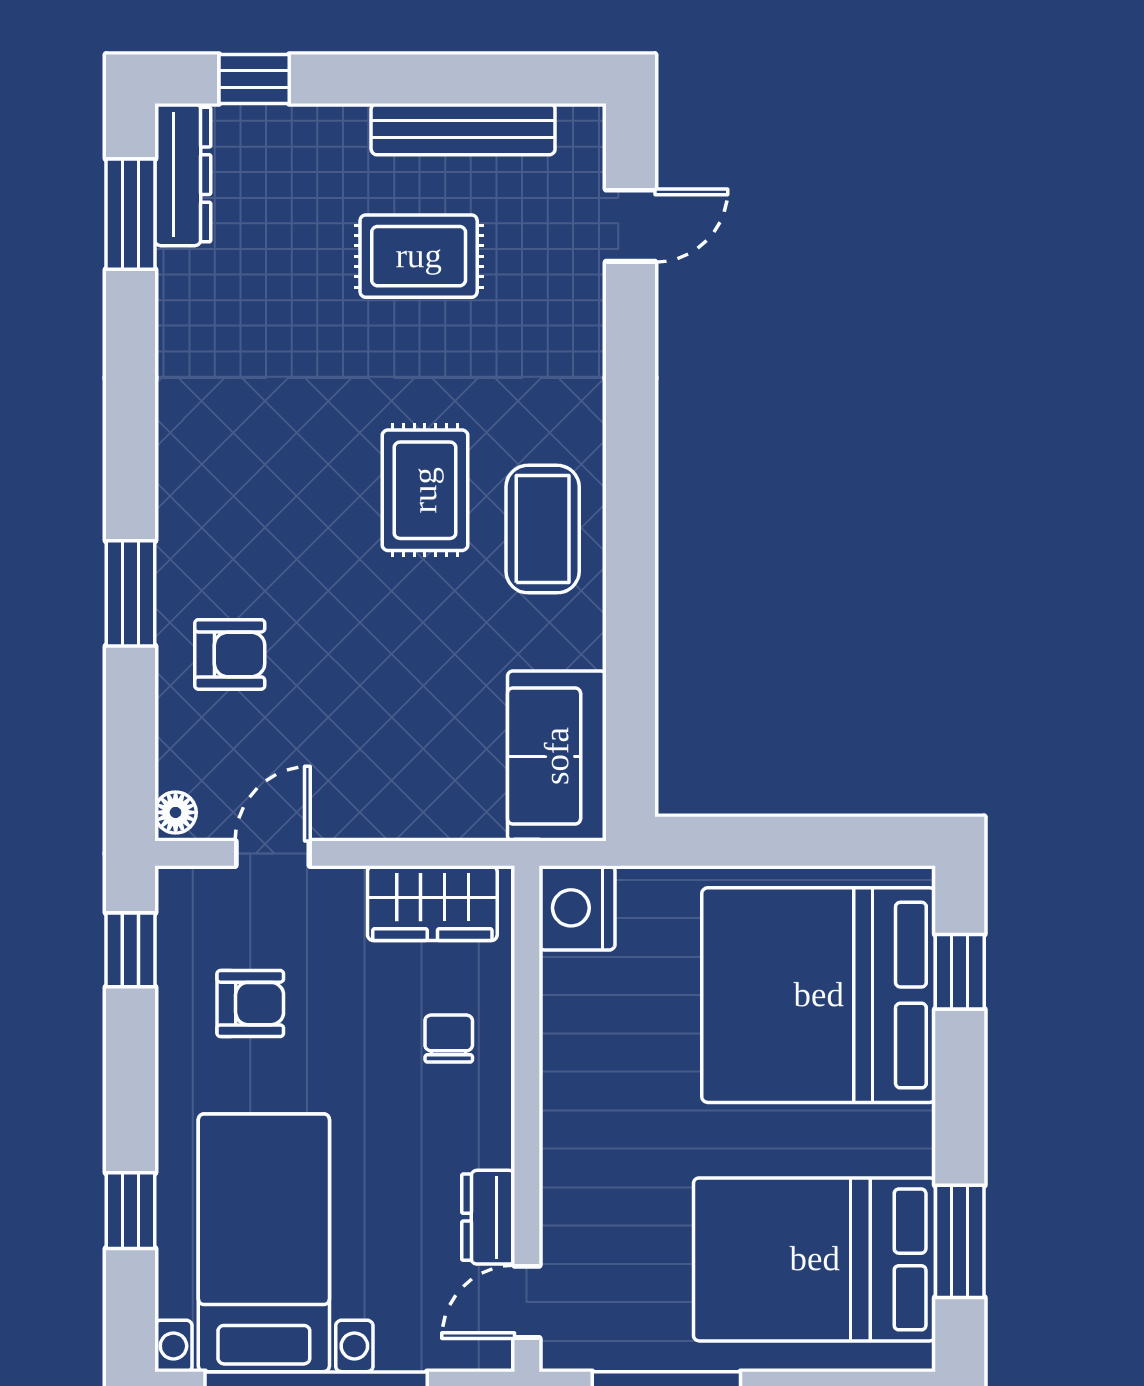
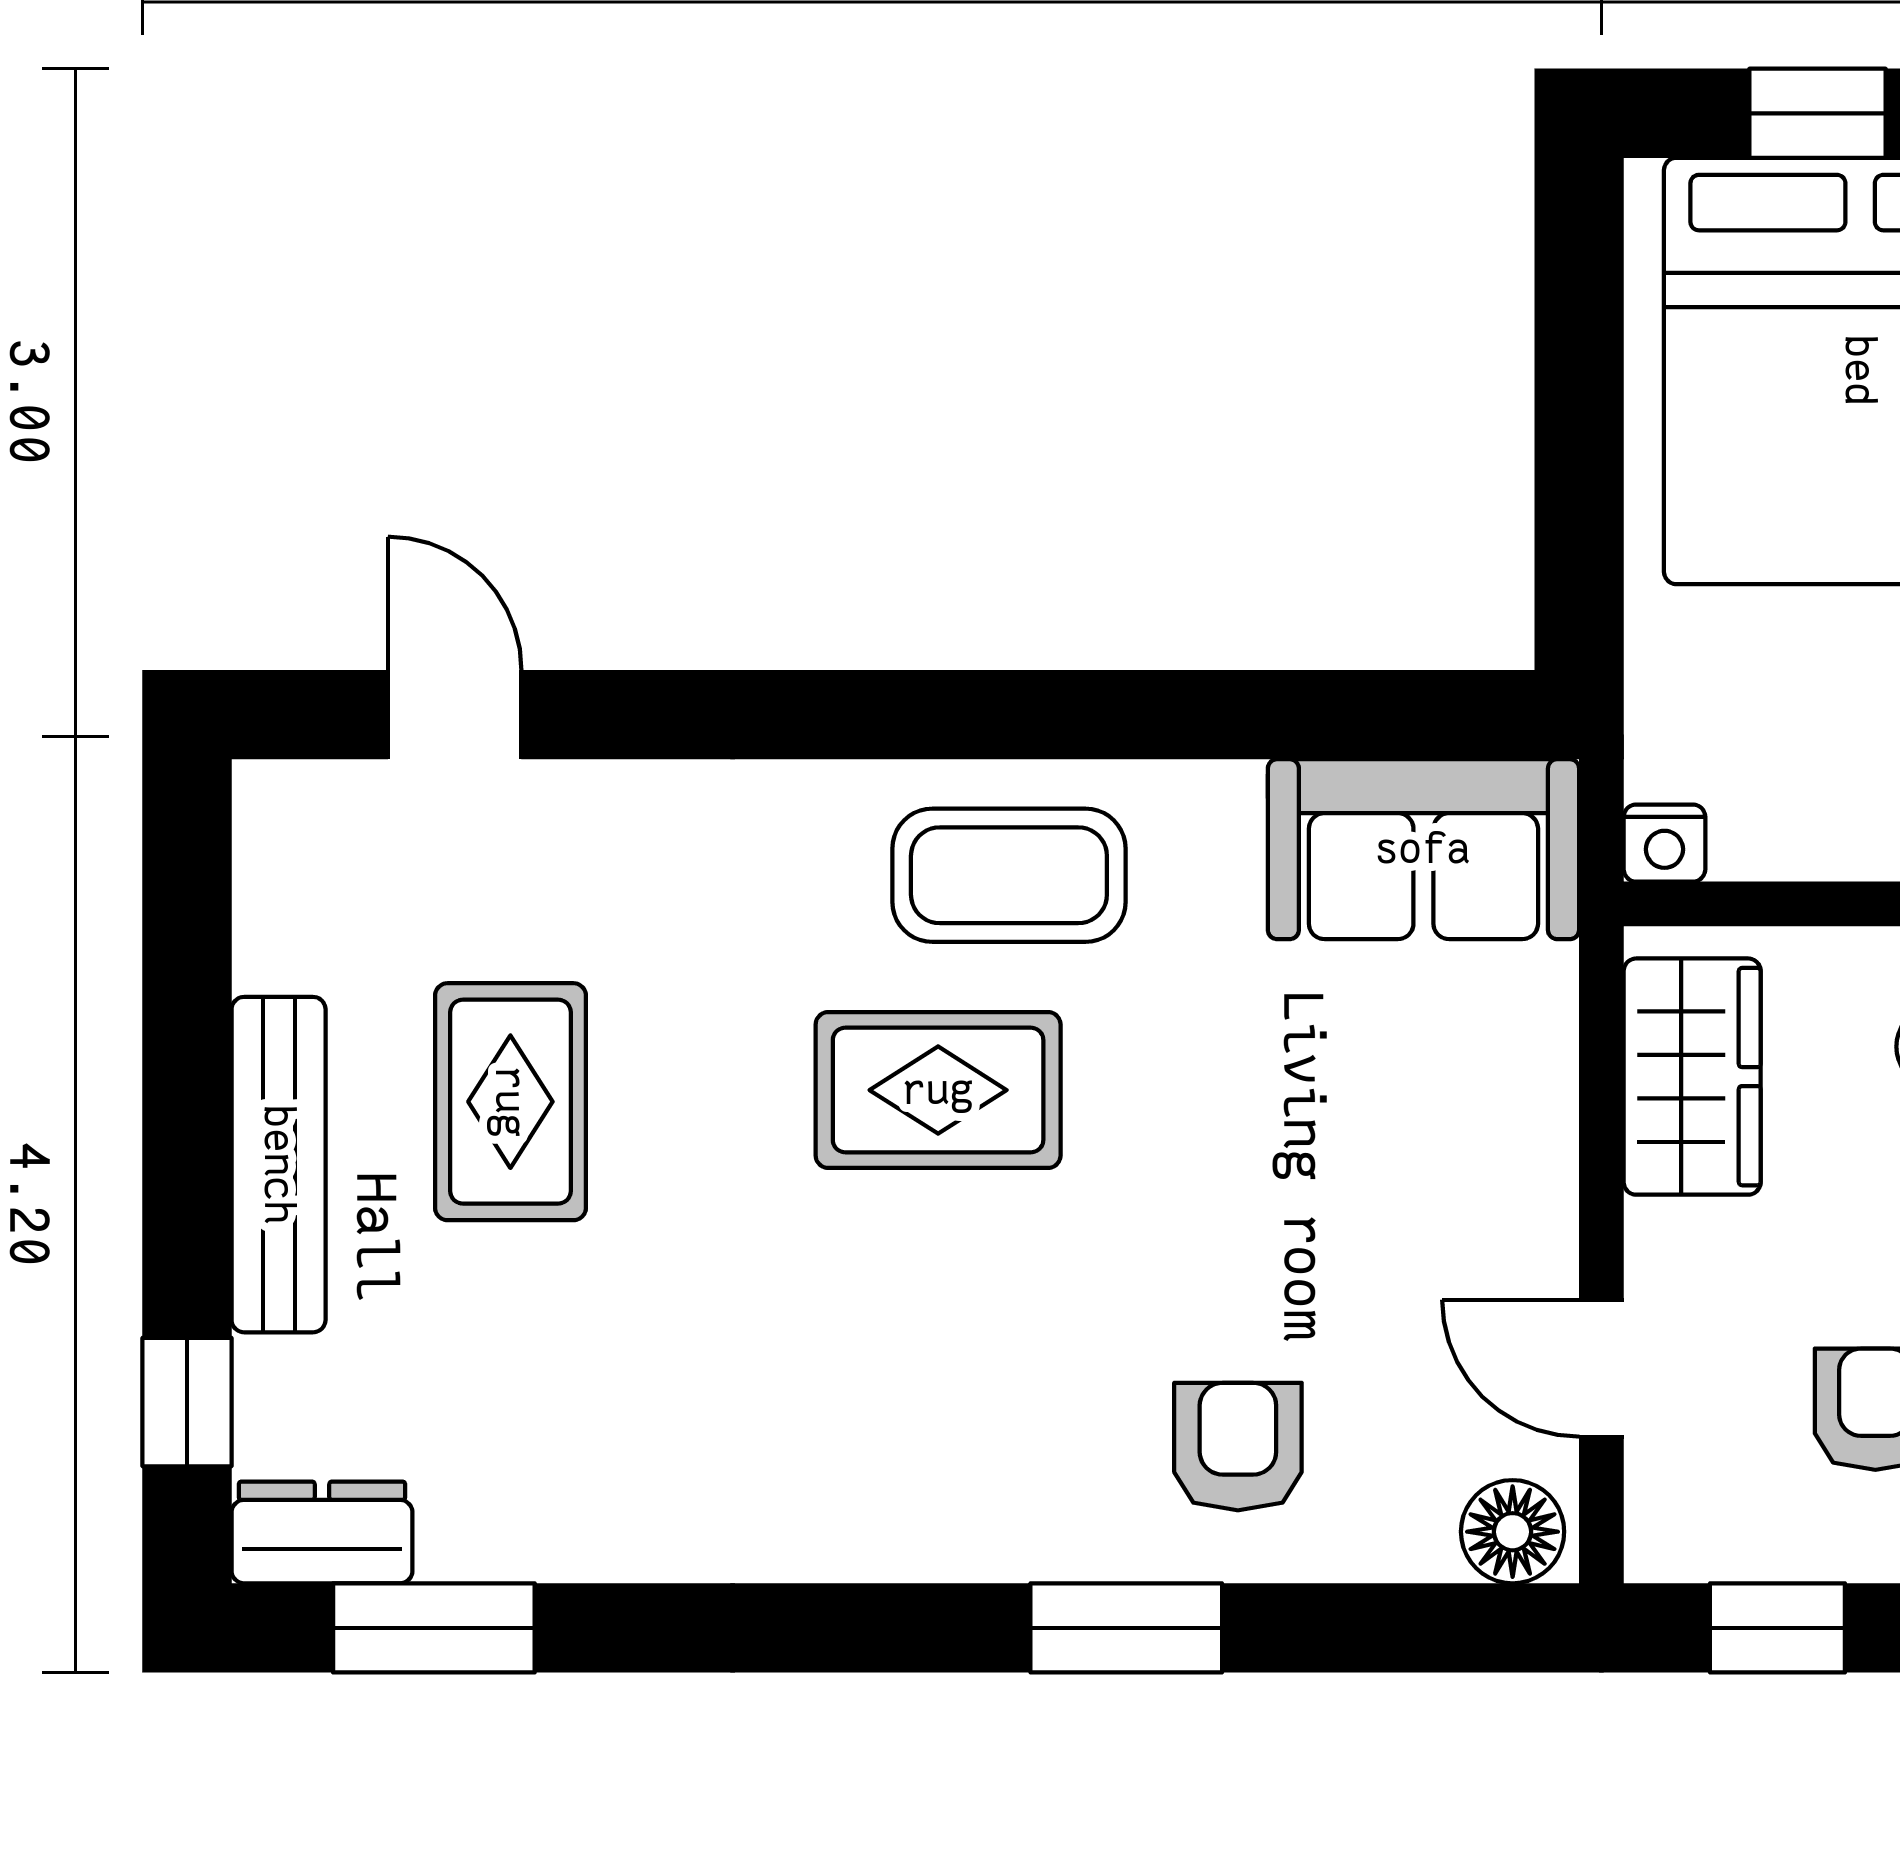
bench: (463, 129) -> (279, 1165), moved
dresser: (183, 175) -> (322, 1532), width x0.70
floor lamp: (176, 812) -> (1513, 1532), width x1.37, depth x1.37
nightstand: (577, 908) -> (1664, 843), width x0.53, depth x0.56

